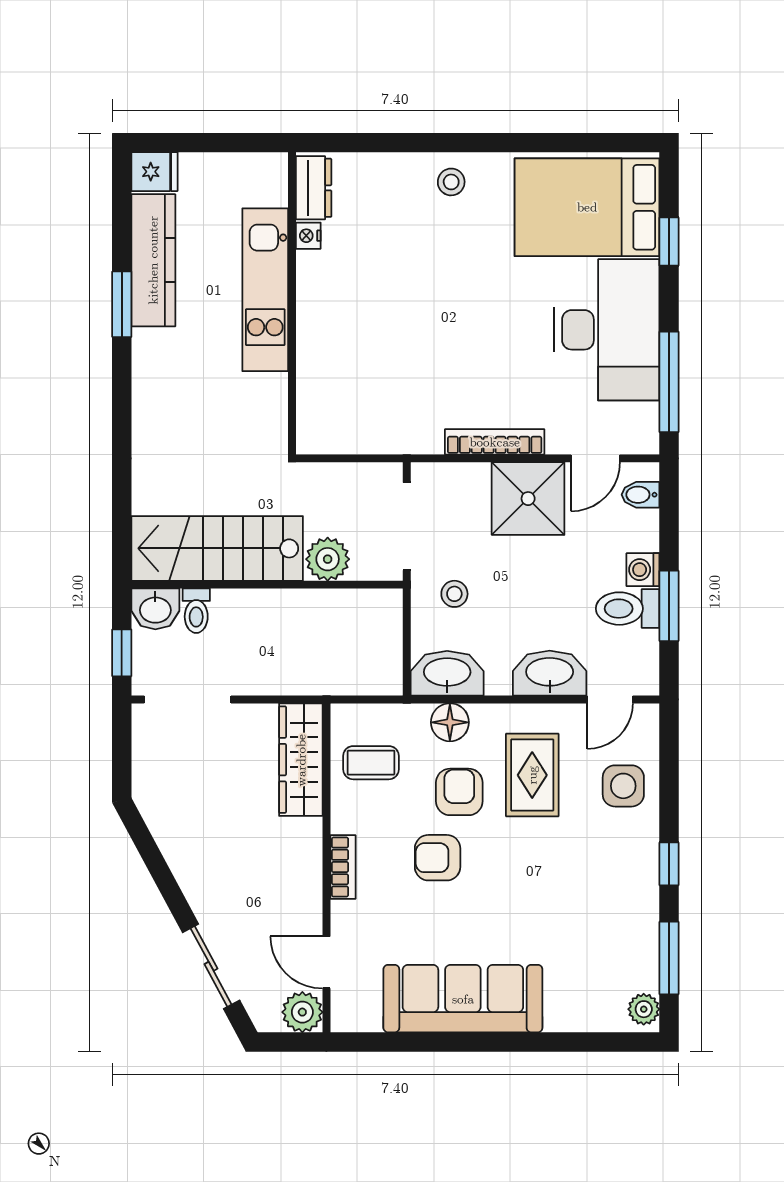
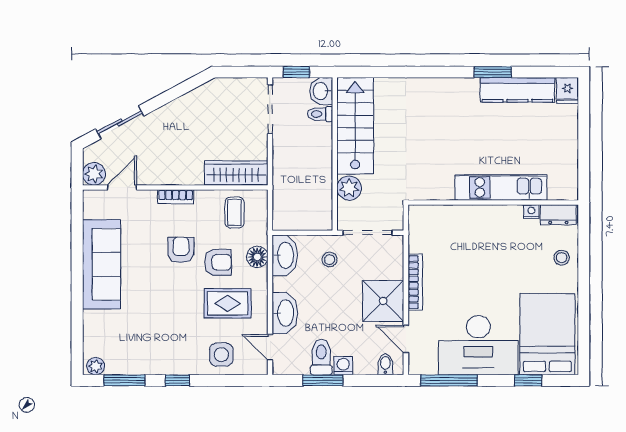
dresser: (314, 188) -> (558, 215), moved
nightstand: (308, 236) -> (531, 212), moved
kitchen unit: (265, 290) -> (501, 187), moved
wall: (292, 303) -> (493, 203), moved

